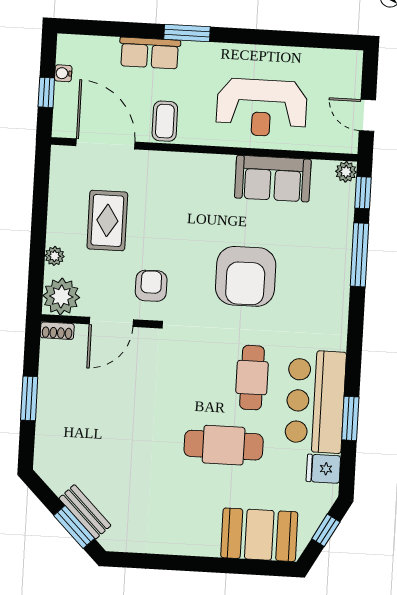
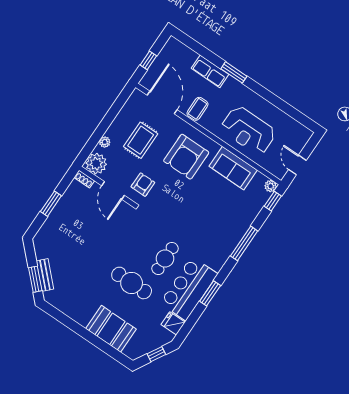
water cooler: (63, 73) -> (162, 56), removed
window: (360, 255) -> (244, 243), moved
armchair: (246, 276) -> (186, 157), moved
door: (111, 322) -> (113, 190), hinge flipped
window: (350, 418) -> (210, 293), moved
booth: (259, 535) -> (111, 329), moved

